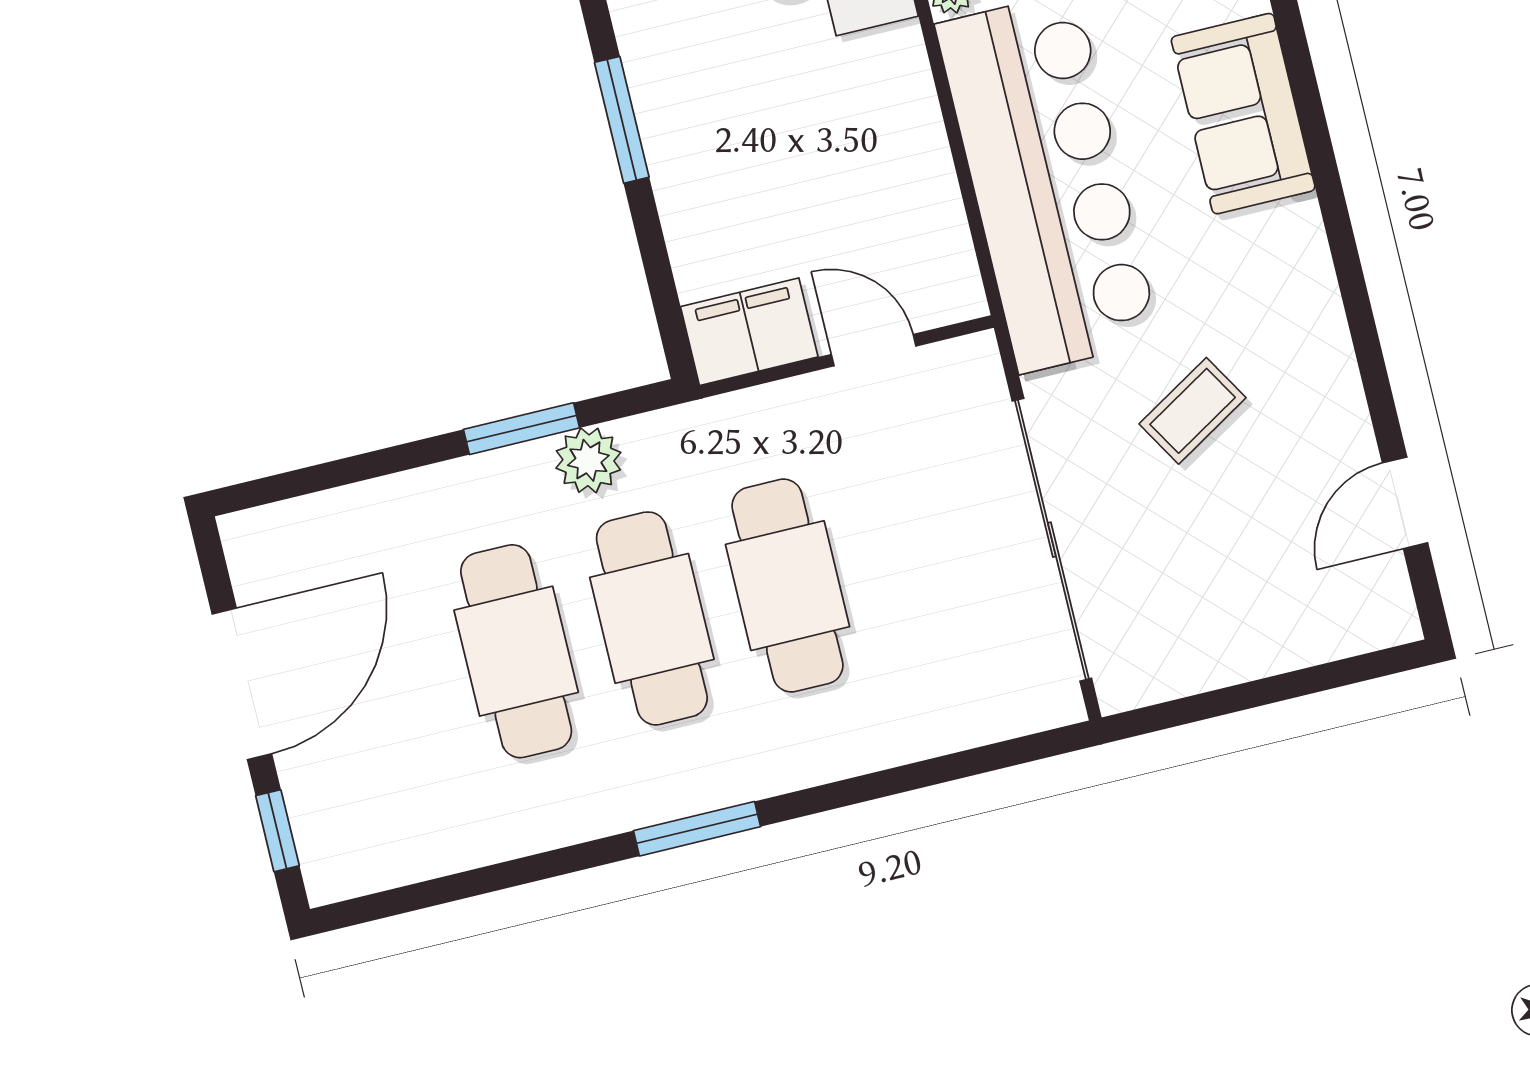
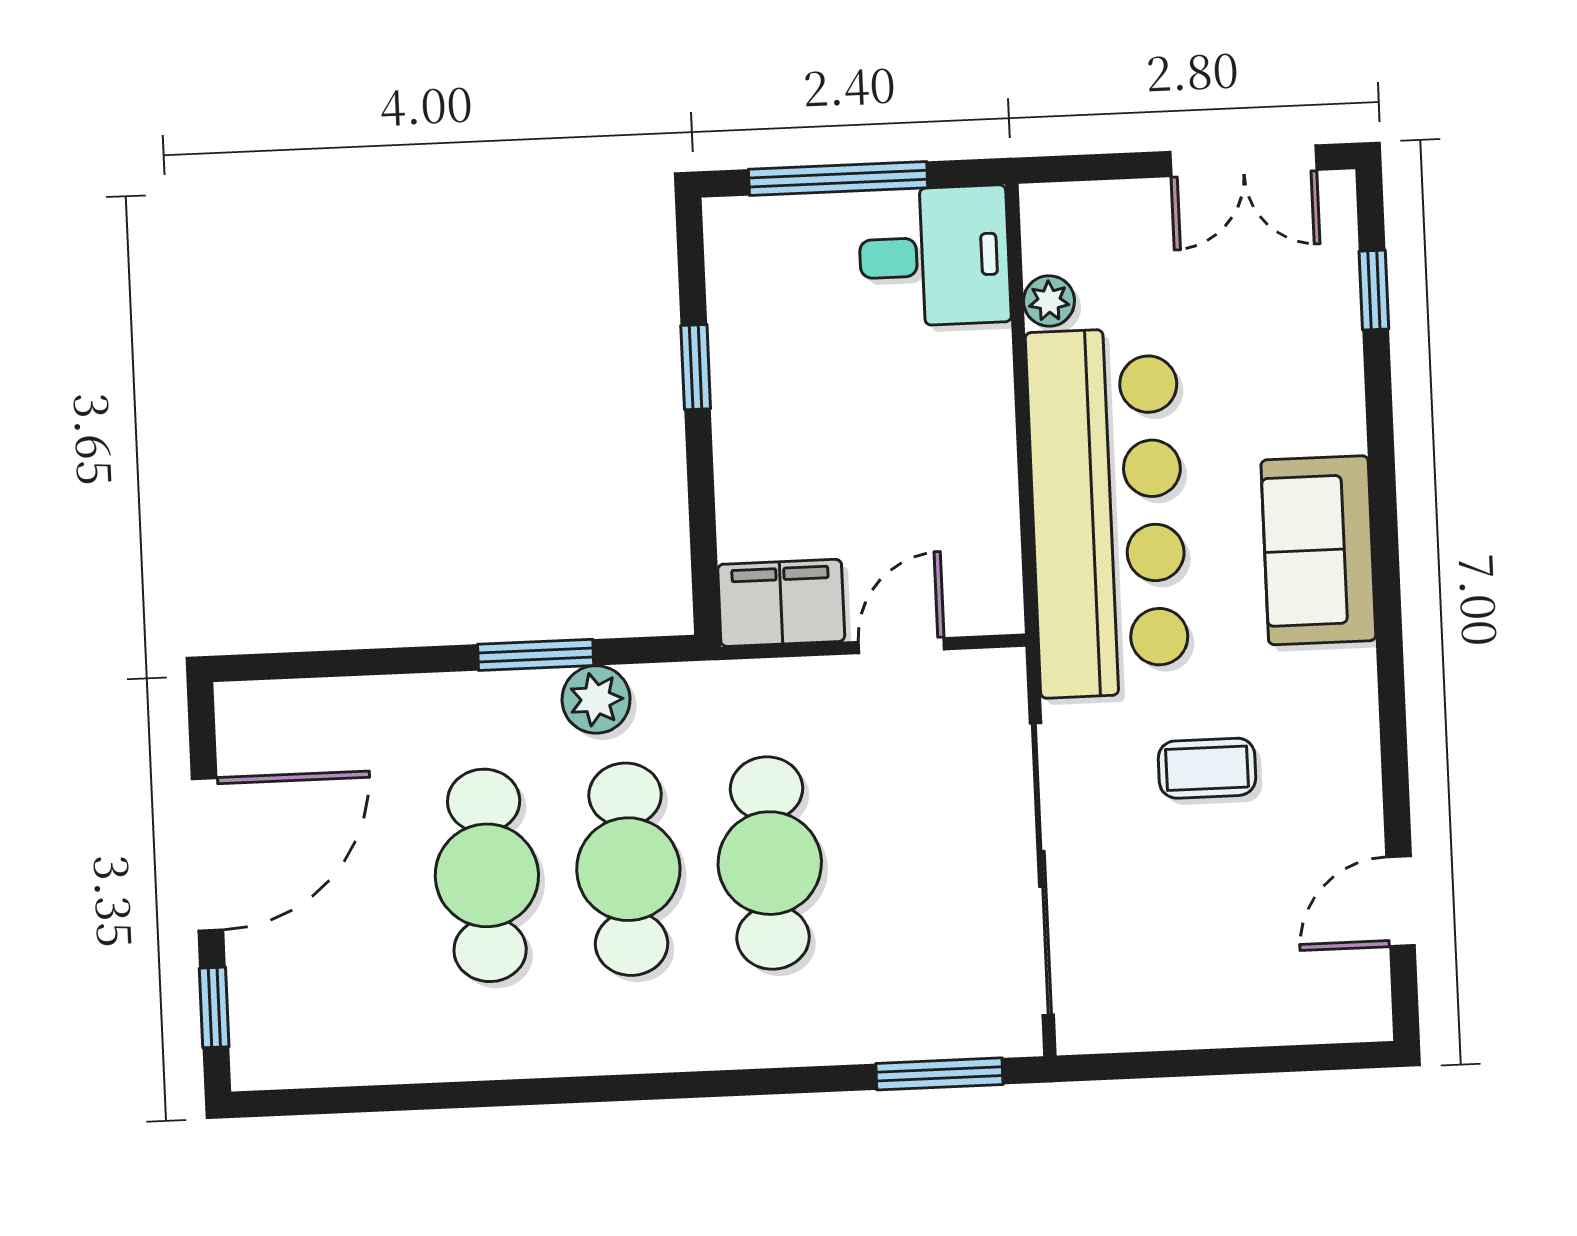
sofa: (1243, 114) -> (1318, 550), moved
window: (622, 120) -> (696, 367), width x0.67
door: (874, 350) -> (901, 646), hinge flipped
coffee table: (1193, 411) -> (1207, 768), turned 31
window: (697, 829) -> (939, 1074), moved

